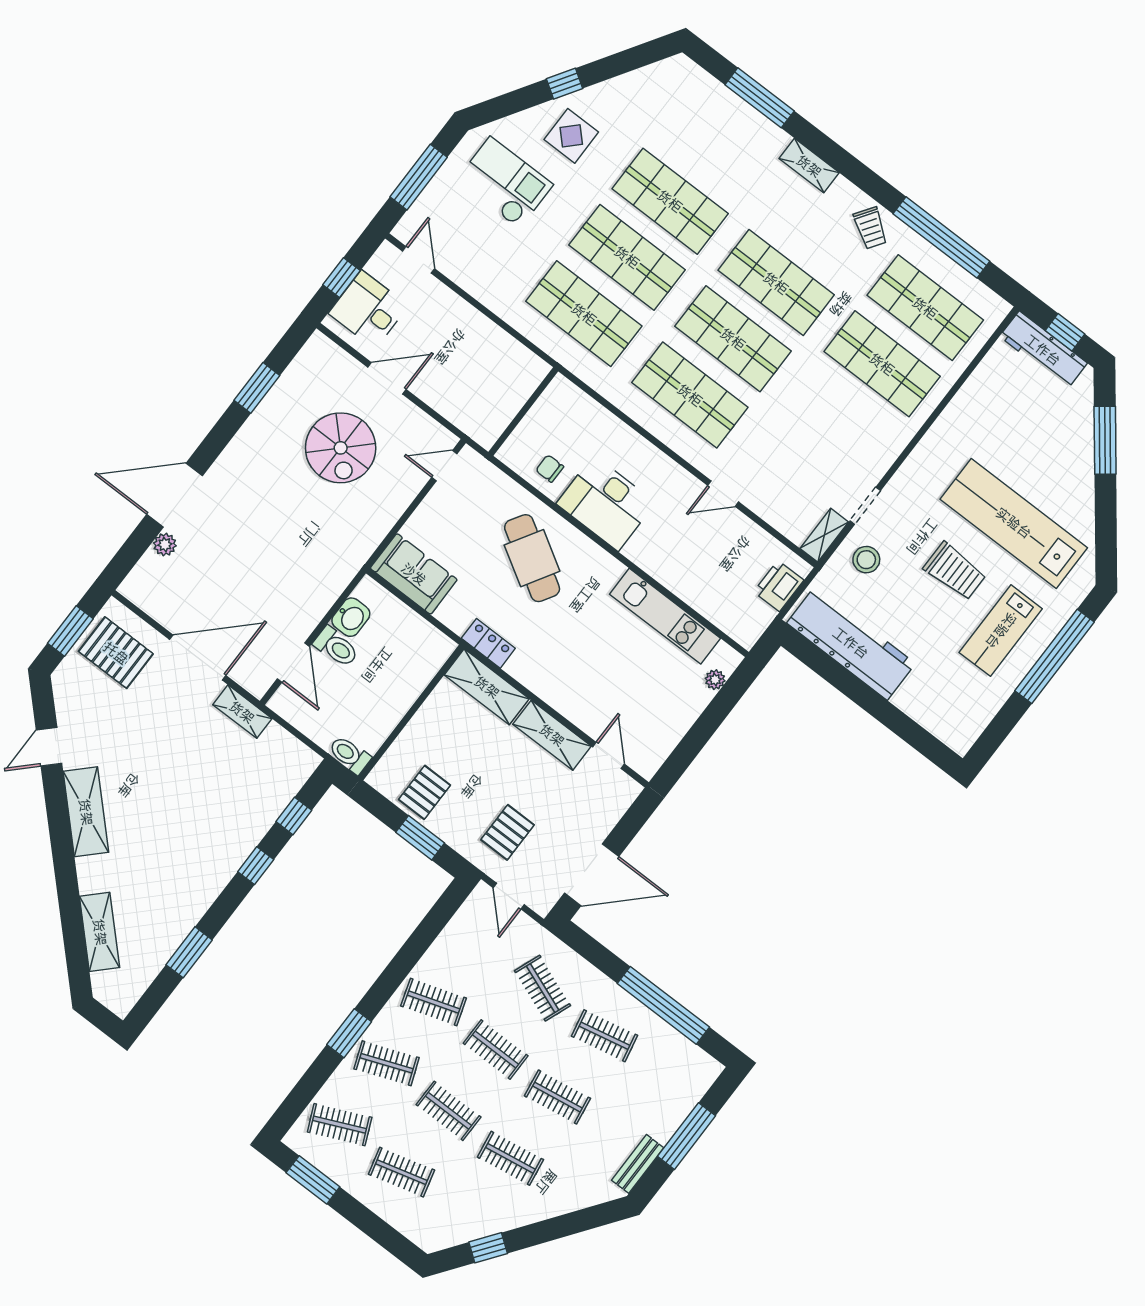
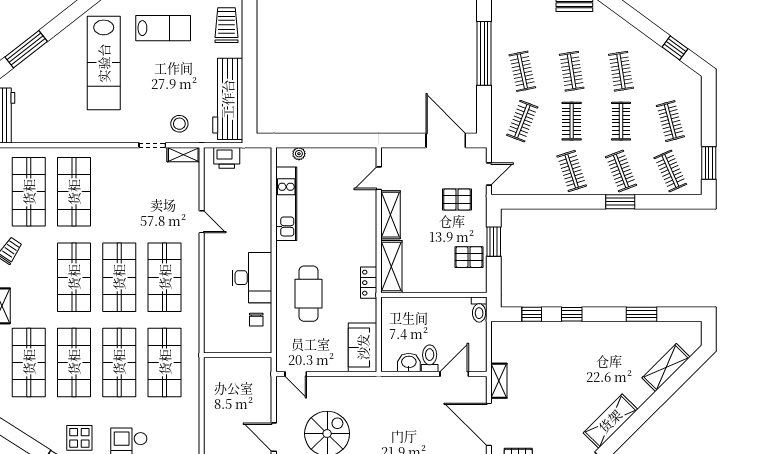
shop shelf: (713, 145) -> (29, 362), added
cafe table: (532, 558) -> (309, 294), turned -31
trolley: (955, 571) -> (227, 25), moved

